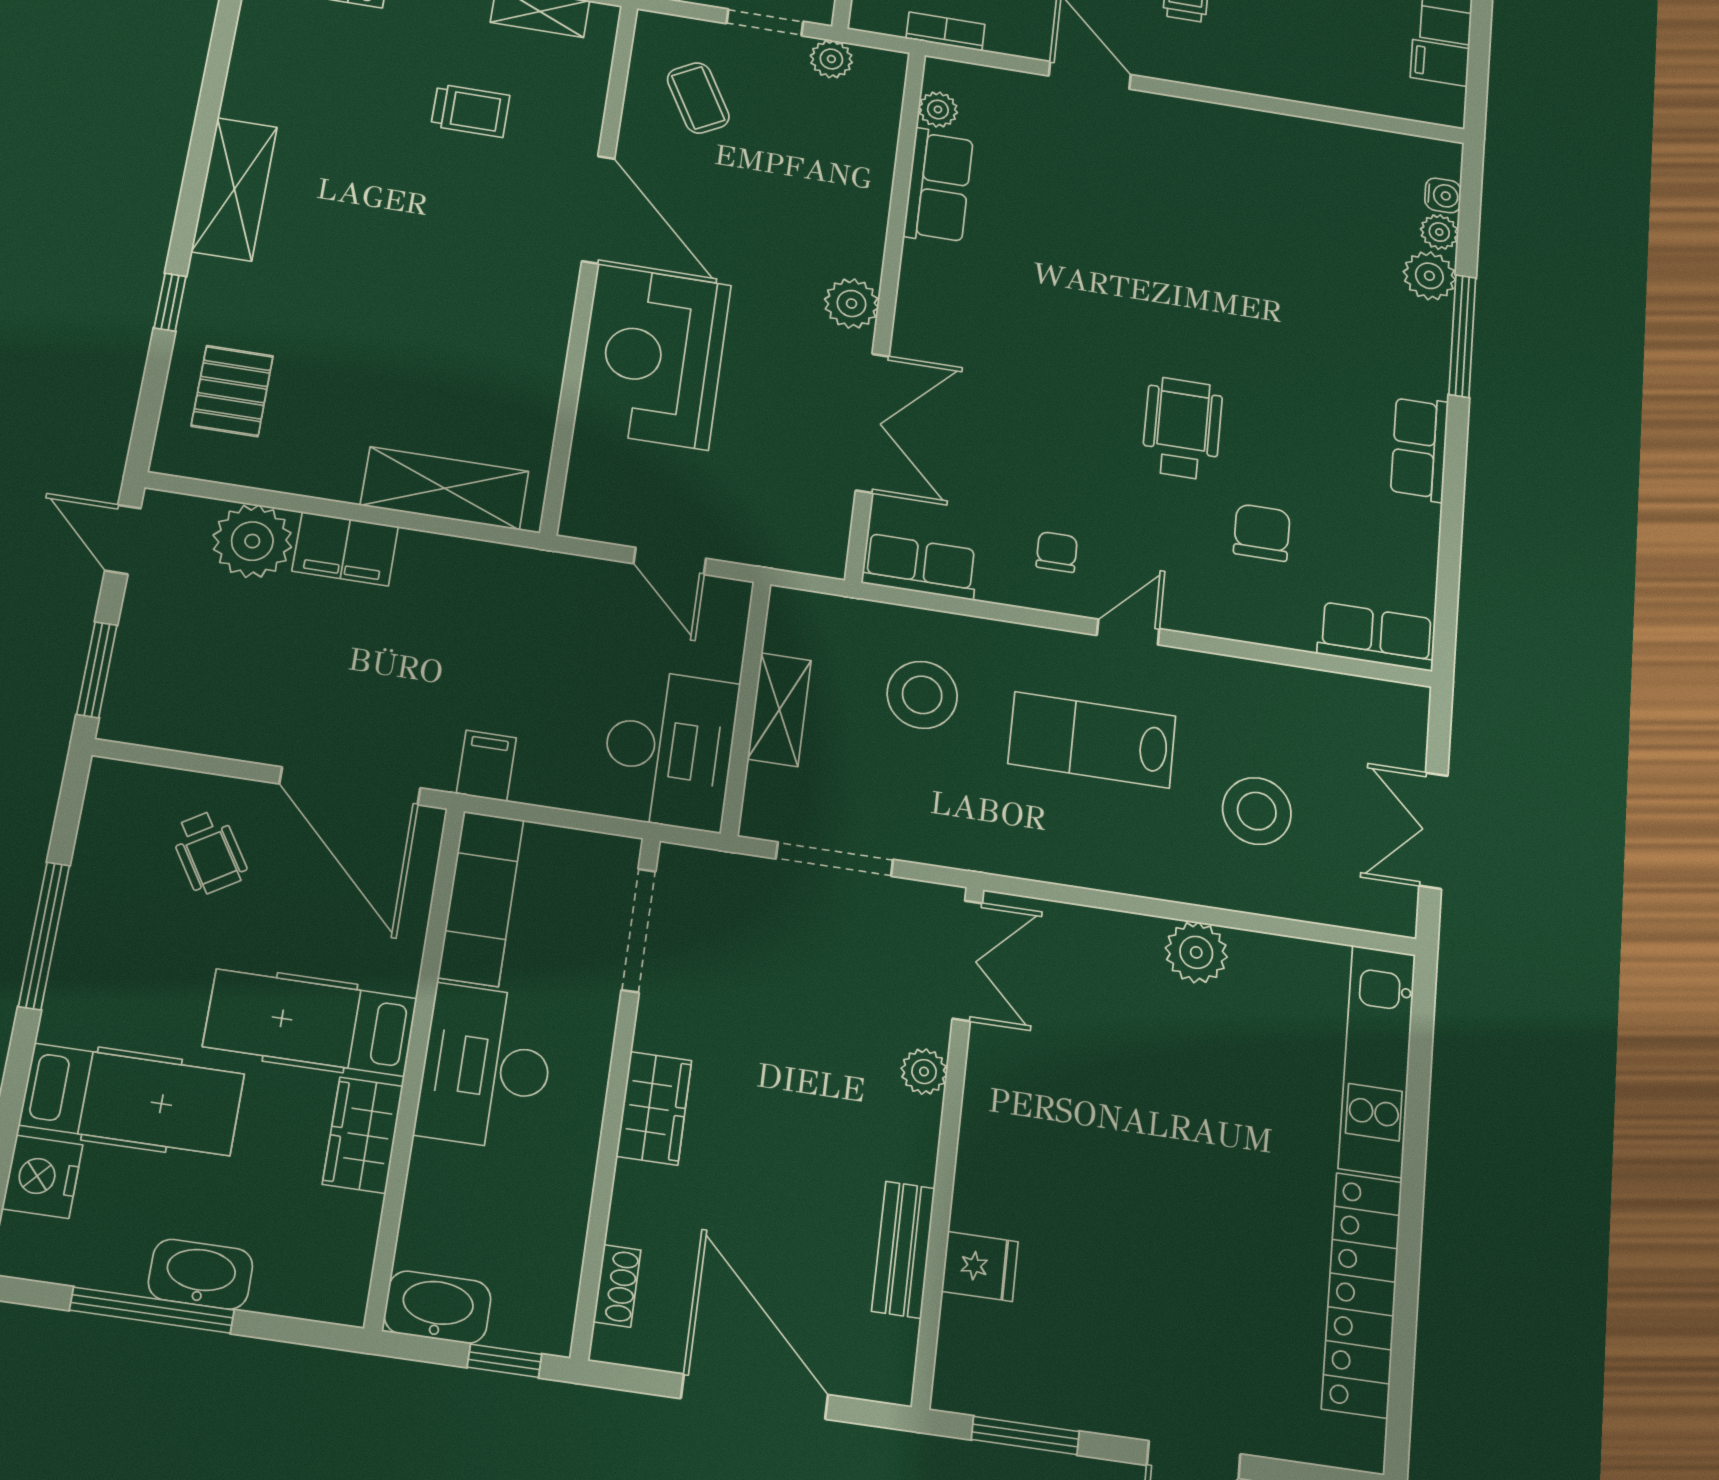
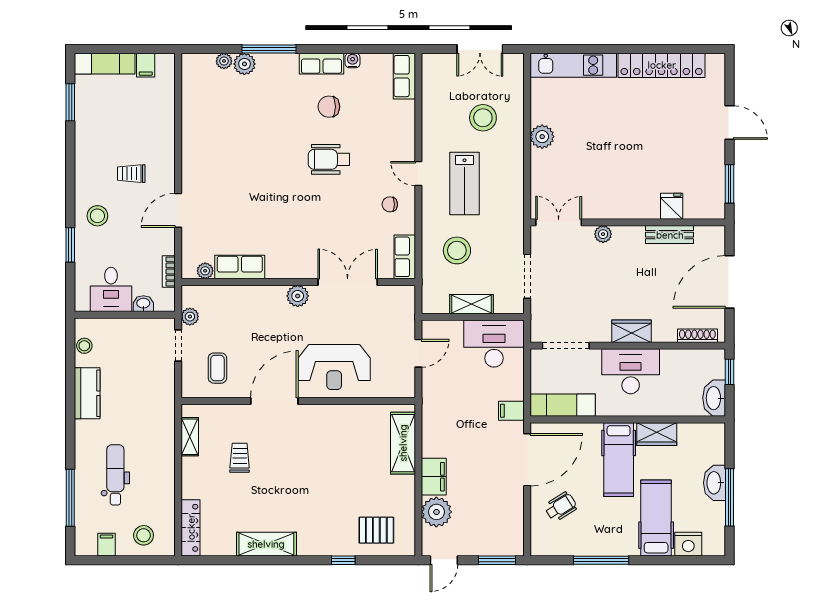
coffee table: (698, 98) -> (217, 368), turned -61
shelving: (234, 189) -> (266, 544), moved
water cooler: (1443, 195) -> (353, 60), moved
chair: (1262, 533) -> (329, 107), moved
desk: (486, 1067) -> (631, 371), moved, turned 180
shoe rack: (617, 1286) -> (697, 336), width x1.43

